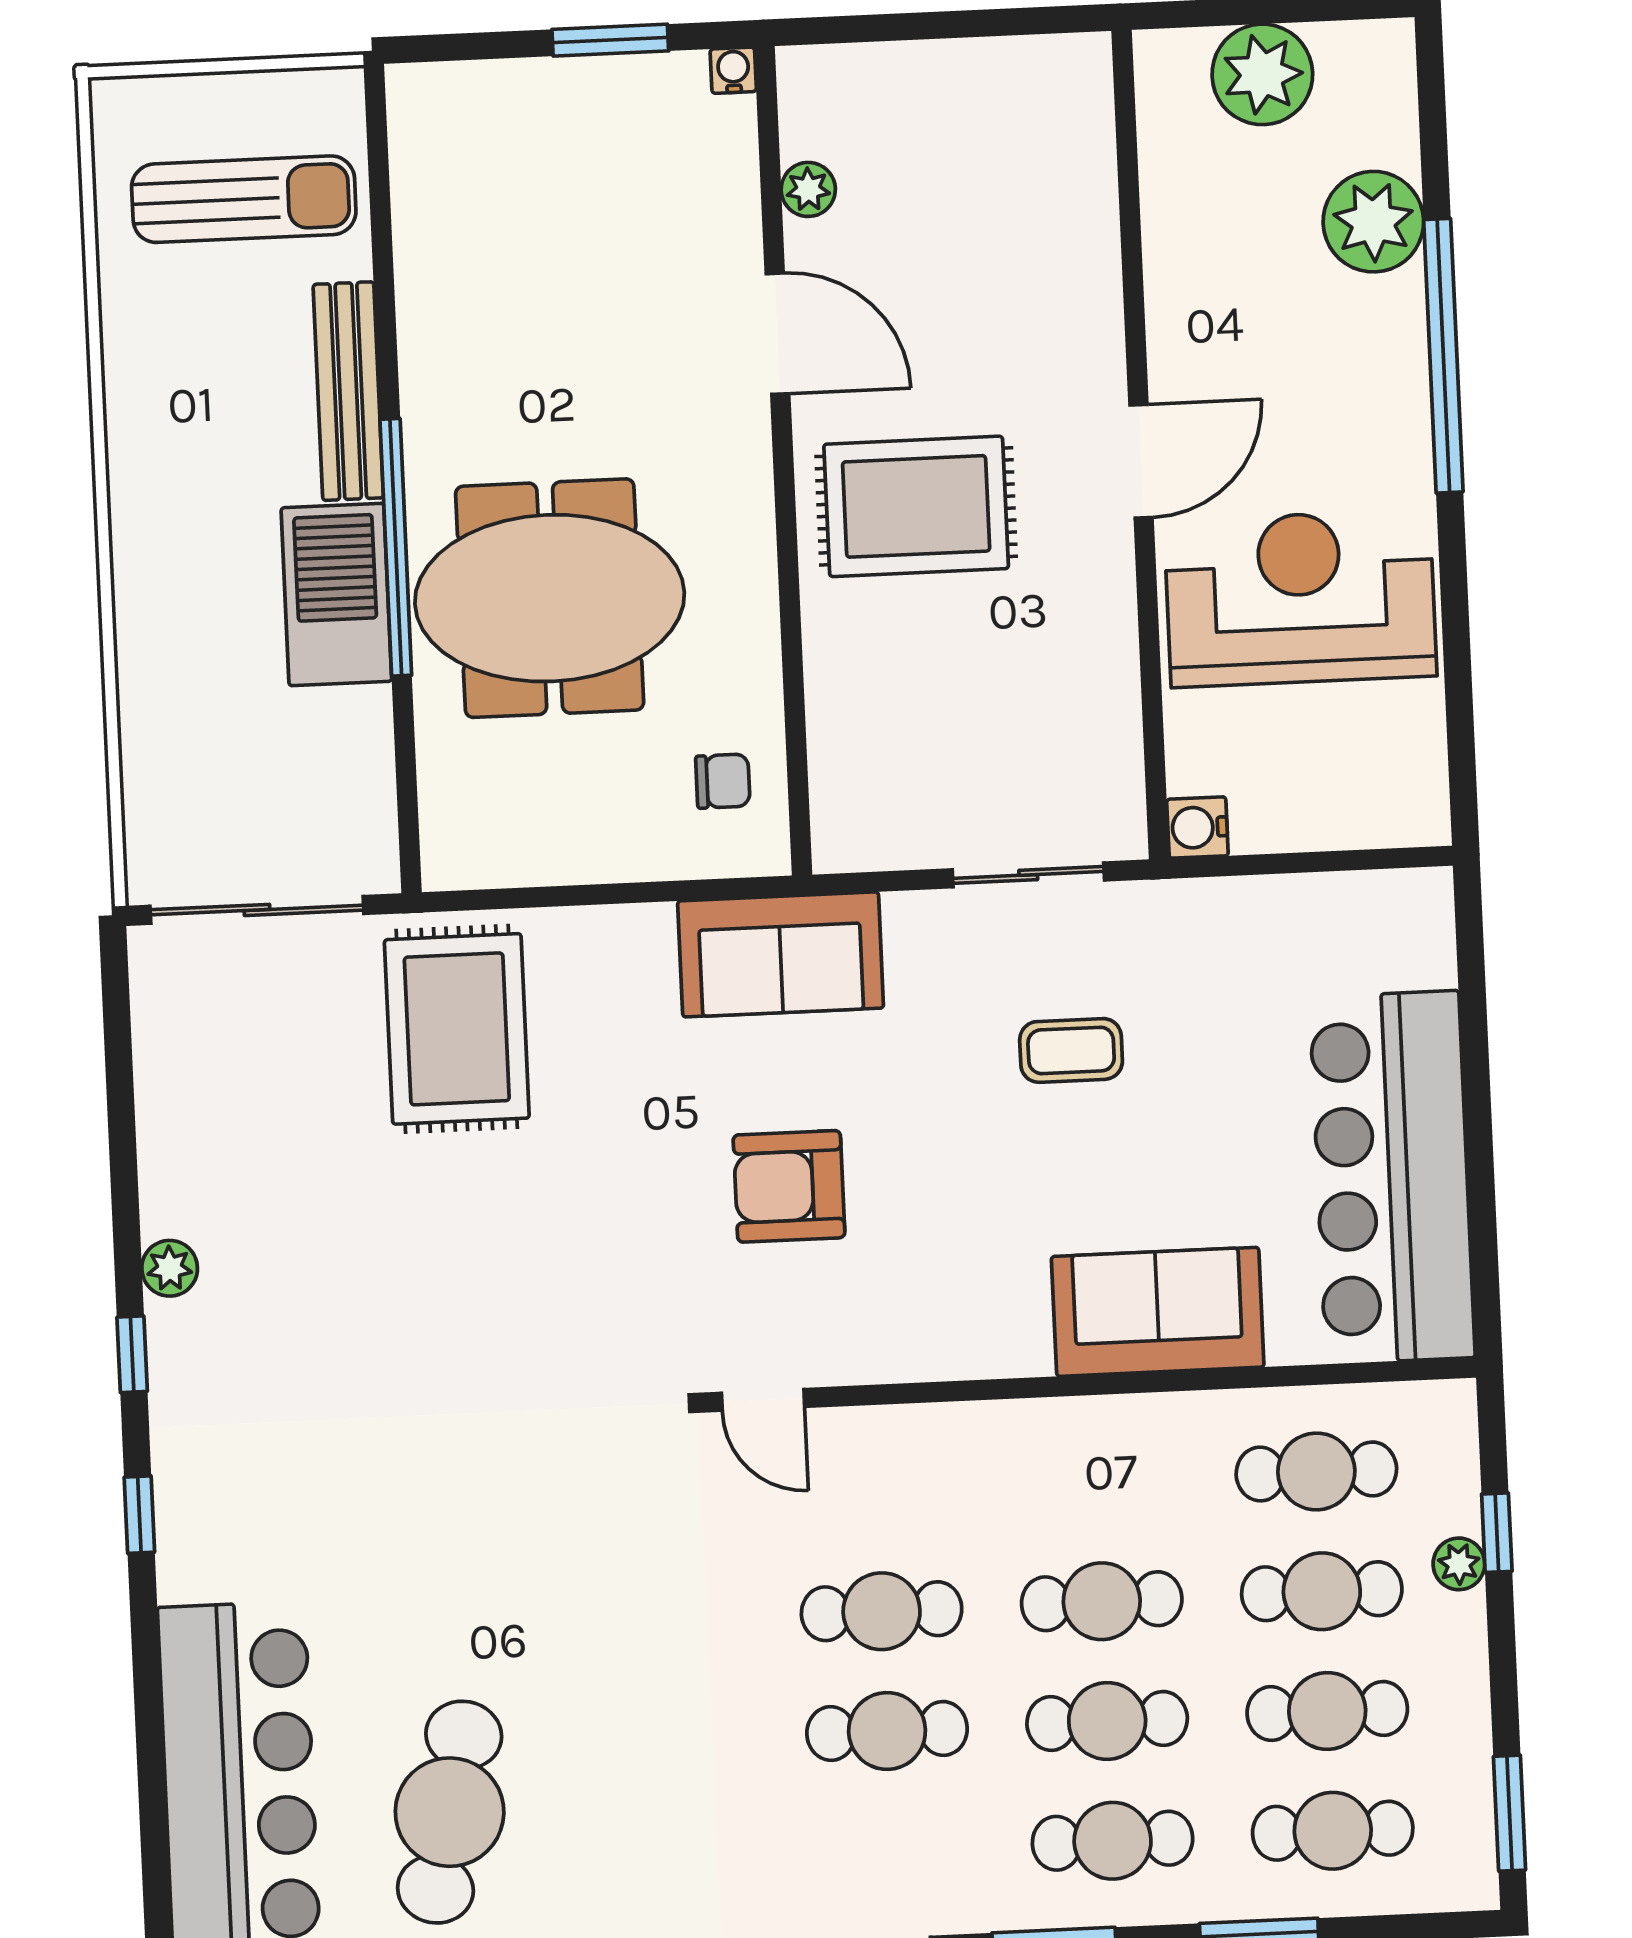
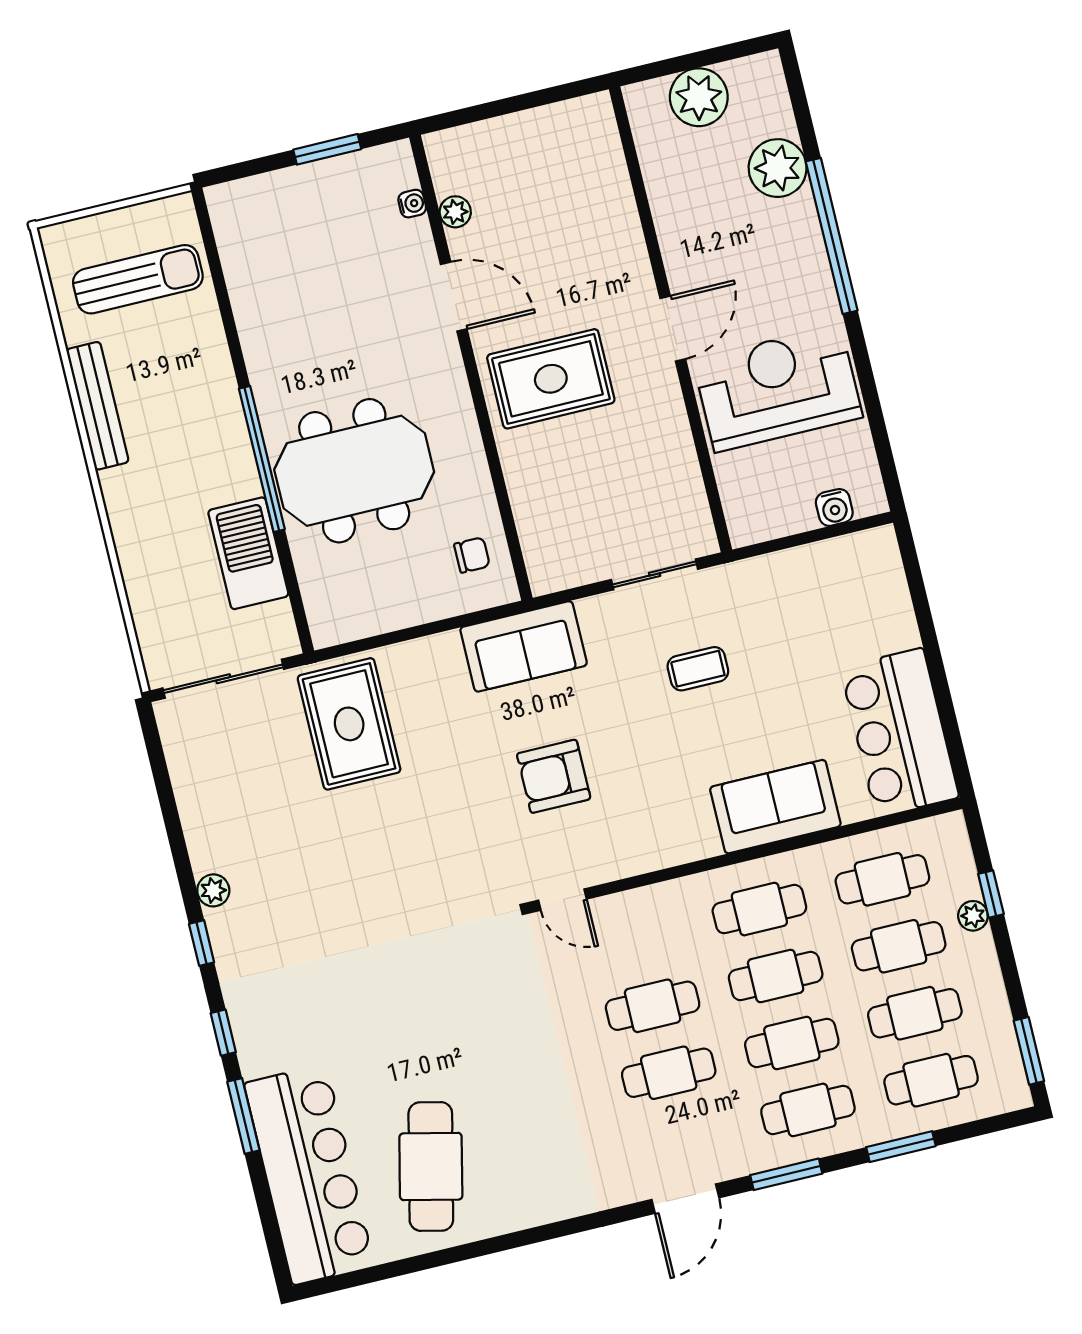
water cooler: (733, 70) -> (412, 204), moved, turned 90
bench: (348, 391) -> (97, 406), moved
barbecue: (336, 595) -> (248, 553), moved
water cooler: (1197, 827) -> (834, 507), moved, turned -90
bar counter: (1392, 1177) -> (900, 732), width x0.73
cafe table: (1096, 1481) -> (759, 909), added
window: (146, 1664) -> (243, 1116), added

